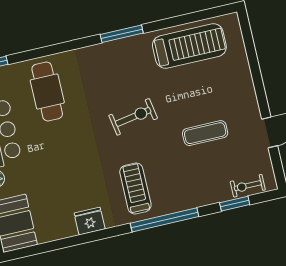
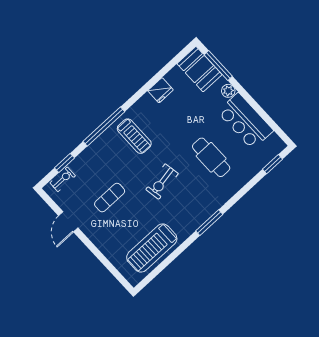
window: (122, 34) -> (209, 223), moved
cafe table: (47, 91) -> (211, 157), moved
fridge: (90, 221) -> (160, 90), moved

